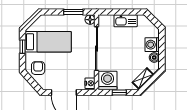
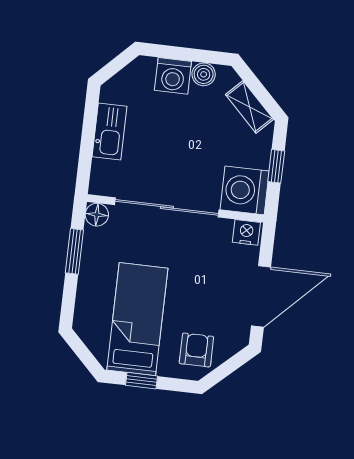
armchair: (38, 68) -> (196, 350), turned 90

